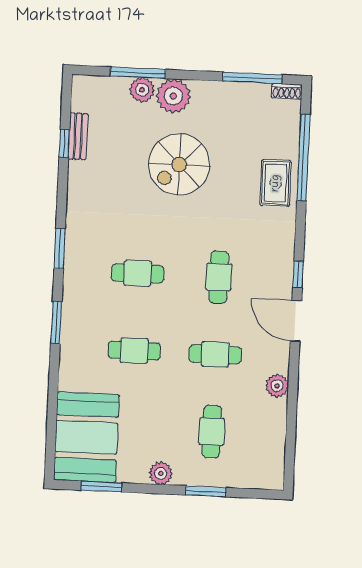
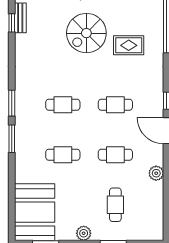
rug: (276, 183) -> (129, 45), moved, turned 90
window: (60, 249) -> (12, 103), moved
cafe table: (219, 277) -> (115, 105), turned 90

